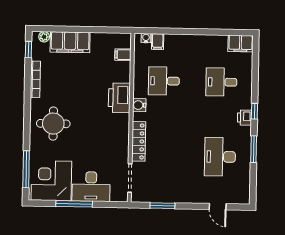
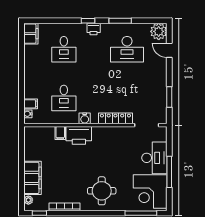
filing cabinet: (123, 55) -> (60, 133), moved
plant: (240, 194) -> (159, 31), added
door: (218, 207) -> (169, 50), swing flipped

